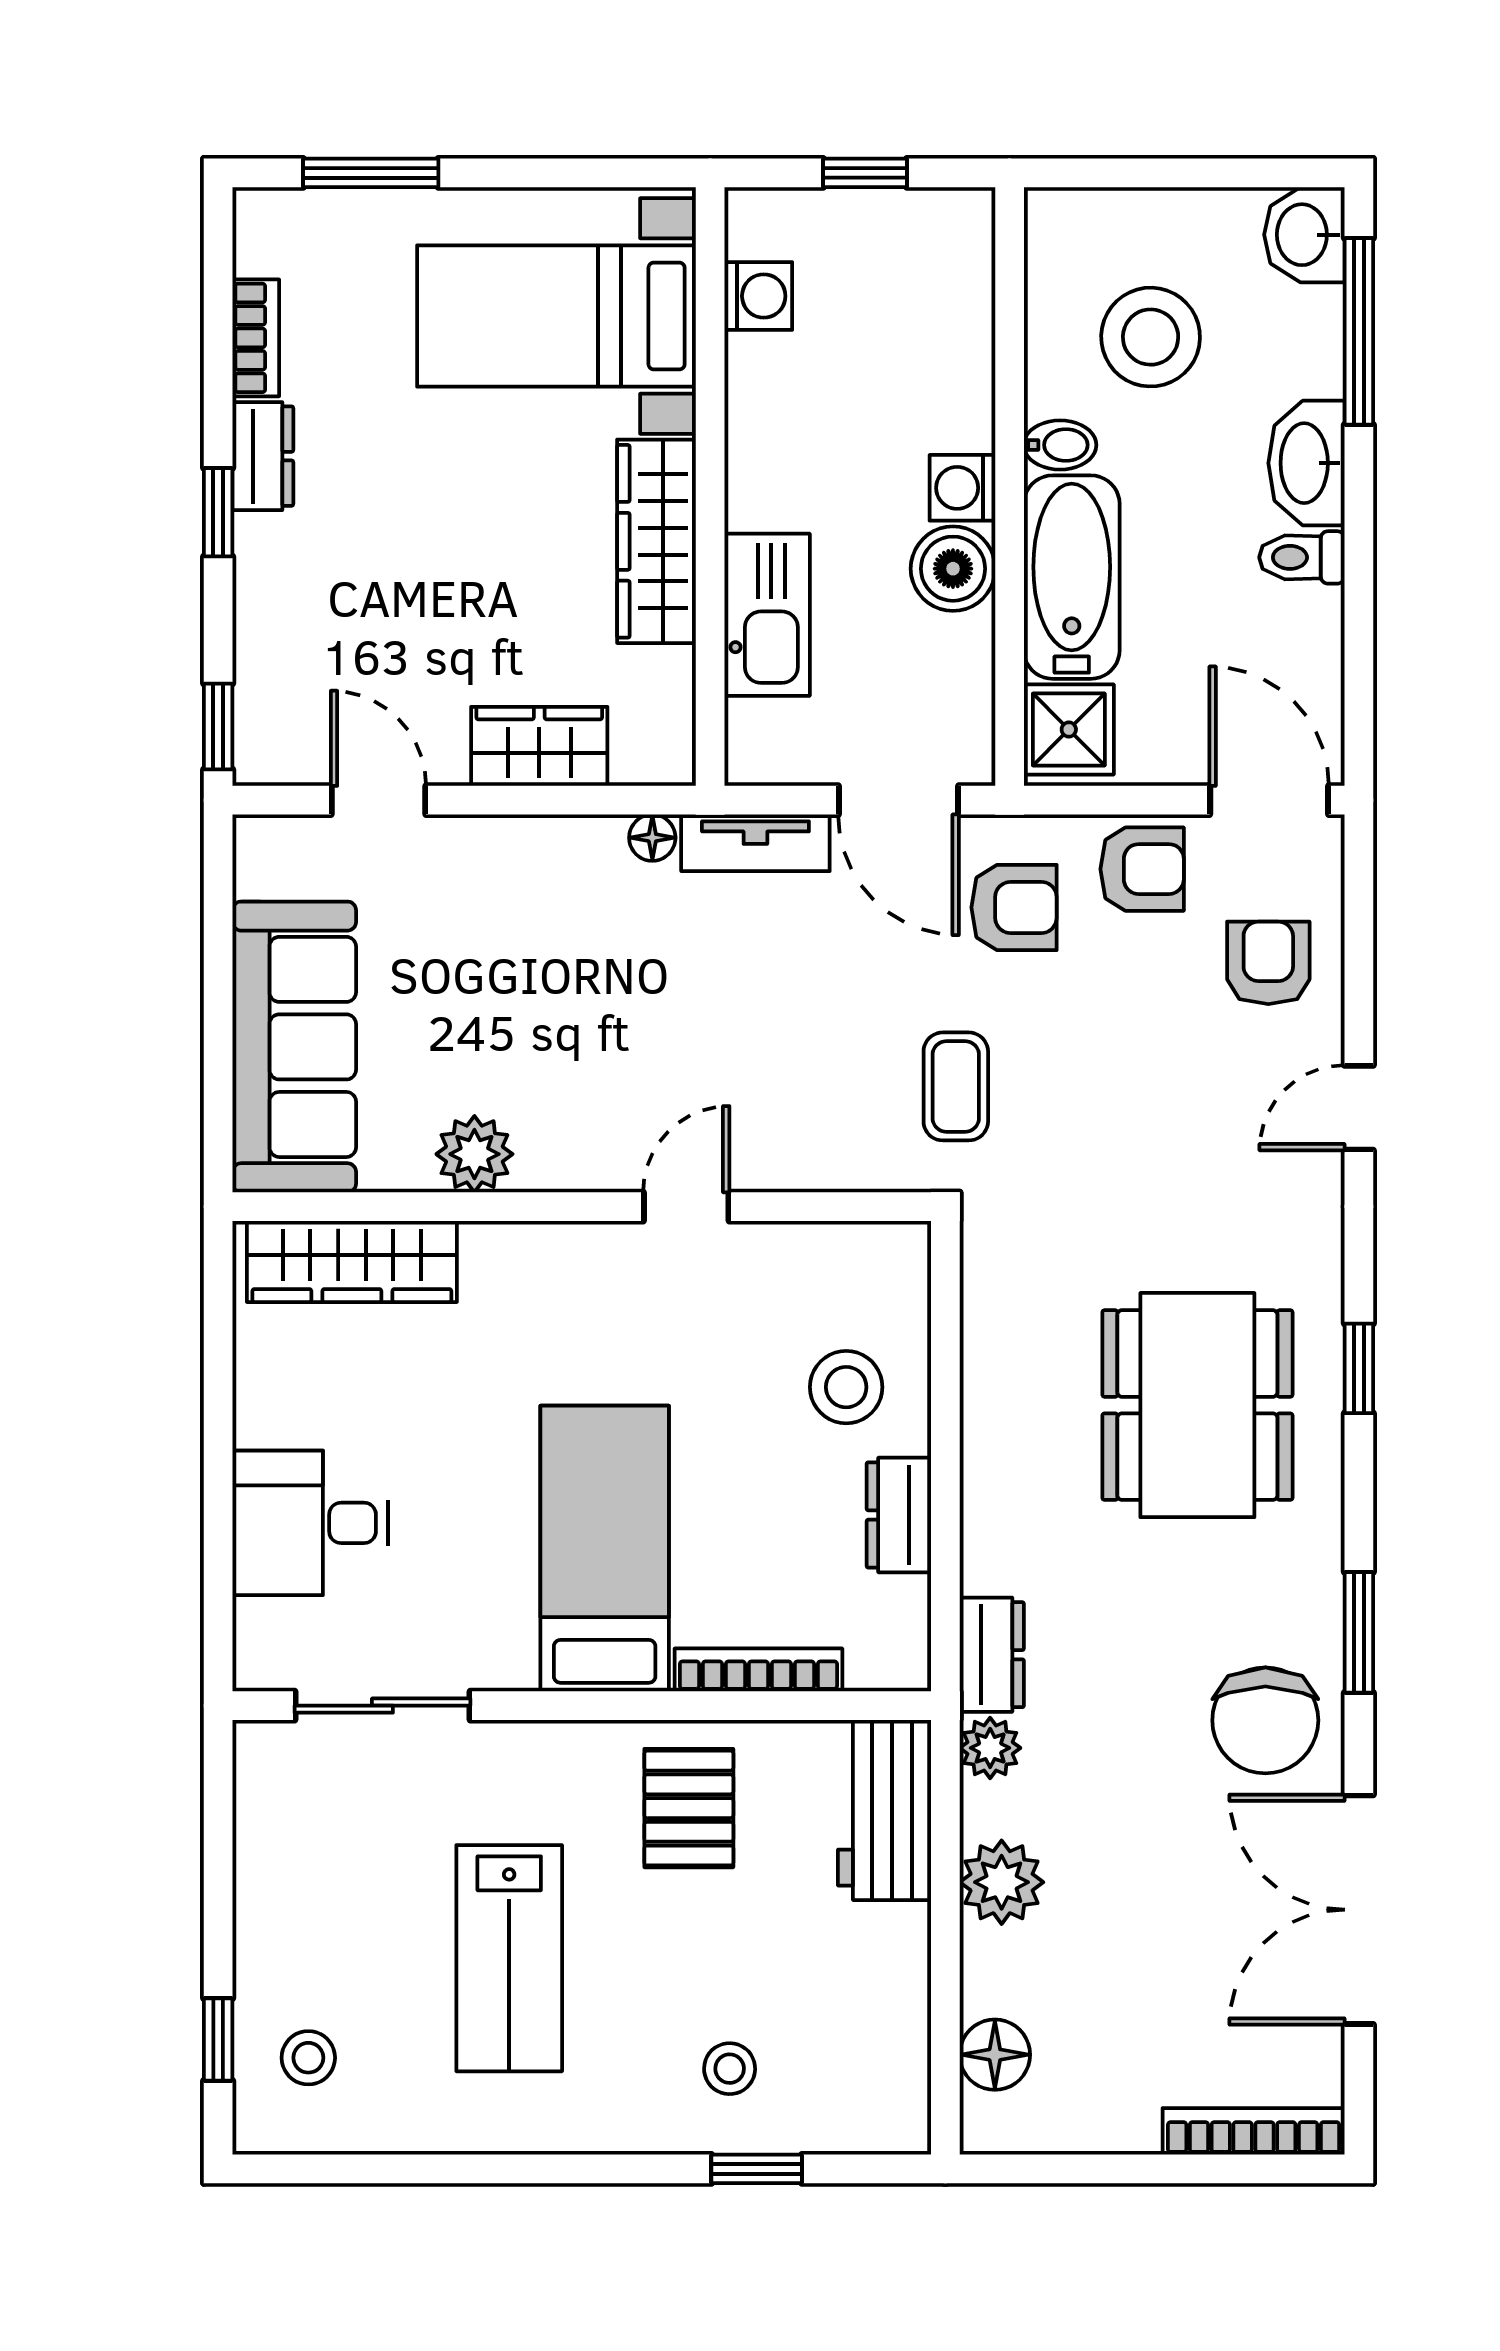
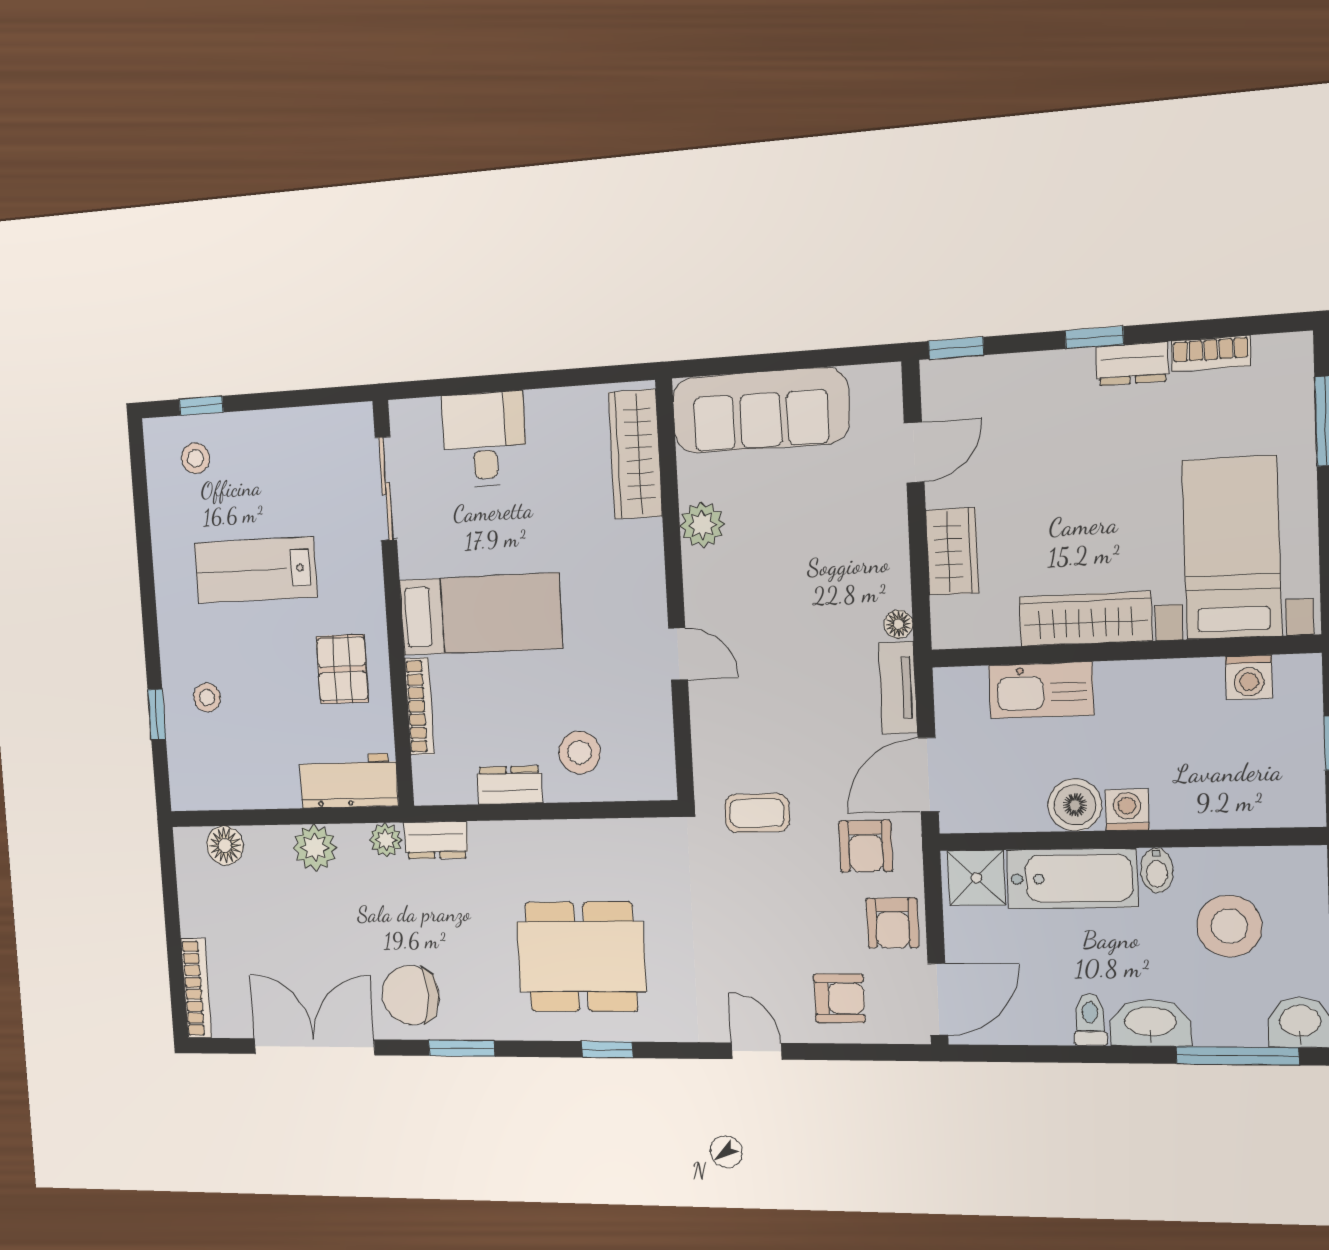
pallet: (689, 1808) -> (342, 669), turned 90

